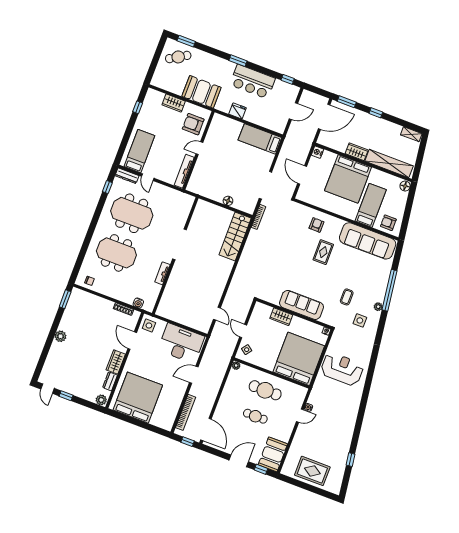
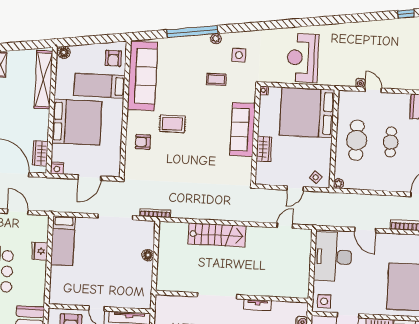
fridge: (238, 111) -> (40, 251), moved
wardrobe: (357, 152) -> (40, 153), moved
stairs: (235, 236) -> (217, 235), moved

